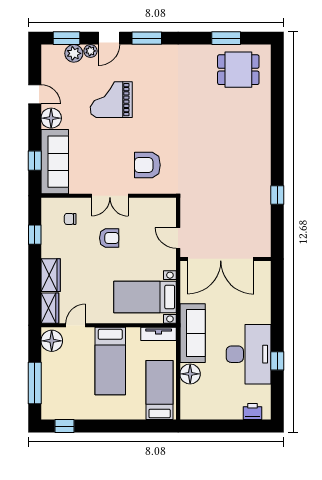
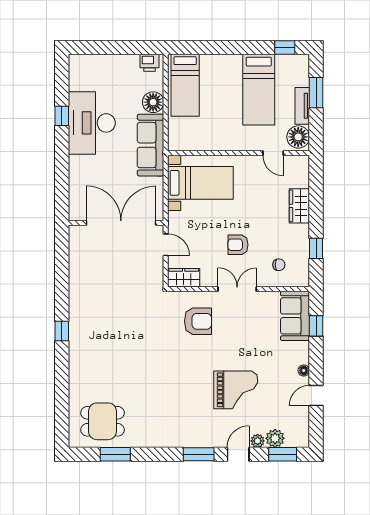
door: (35, 94) -> (316, 395), hinge flipped
floor lamp: (51, 118) -> (304, 370), width x0.53, depth x0.53
sofa: (55, 162) -> (295, 316), width x0.73
window: (277, 195) -> (62, 331), moved
wardrobe: (50, 308) -> (184, 278), moved, turned 90
door: (76, 325) -> (273, 153), hinge flipped
tv unit: (159, 334) -> (302, 106), moved, turned -90
bed: (110, 361) -> (259, 90), moved, turned 180
window: (35, 383) -> (316, 93), width x0.69
printer: (252, 412) -> (149, 63), moved

